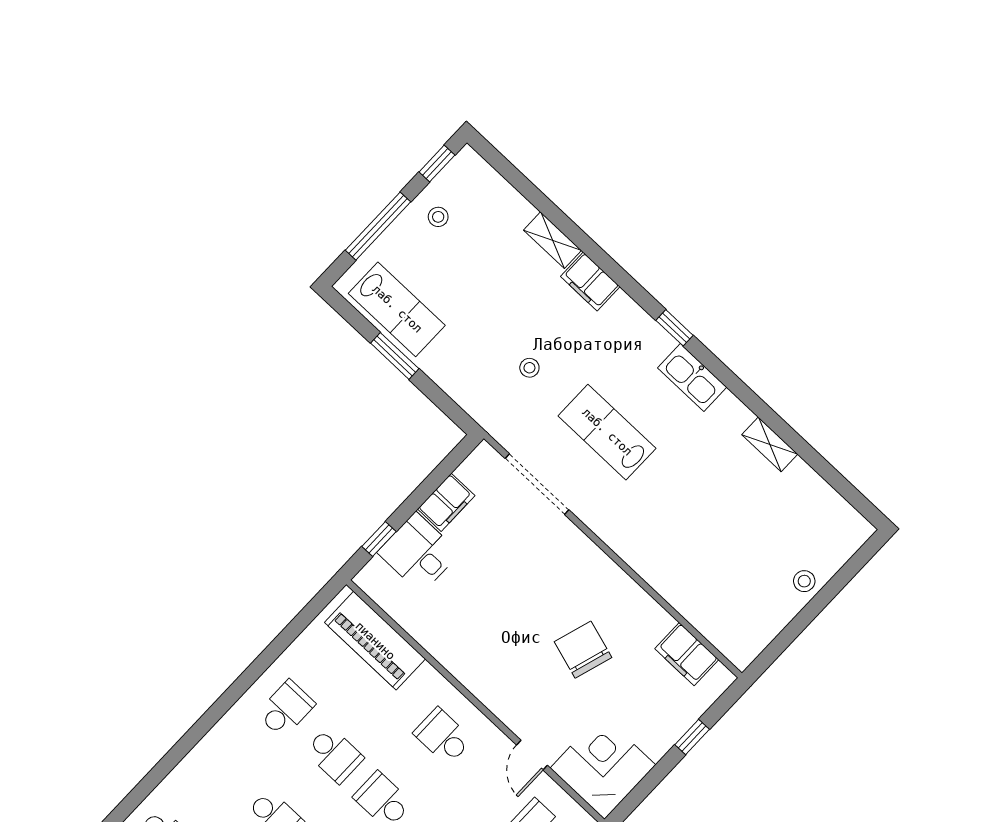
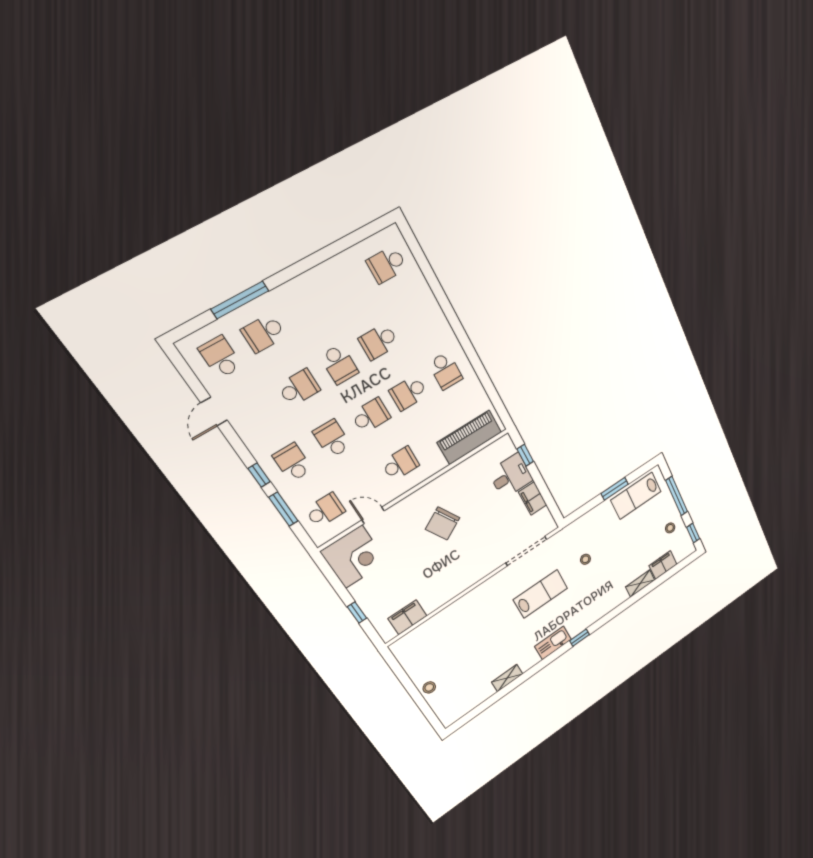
filing cabinet: (590, 281) -> (663, 565), moved
chair: (583, 650) -> (443, 523), moved, turned 133

